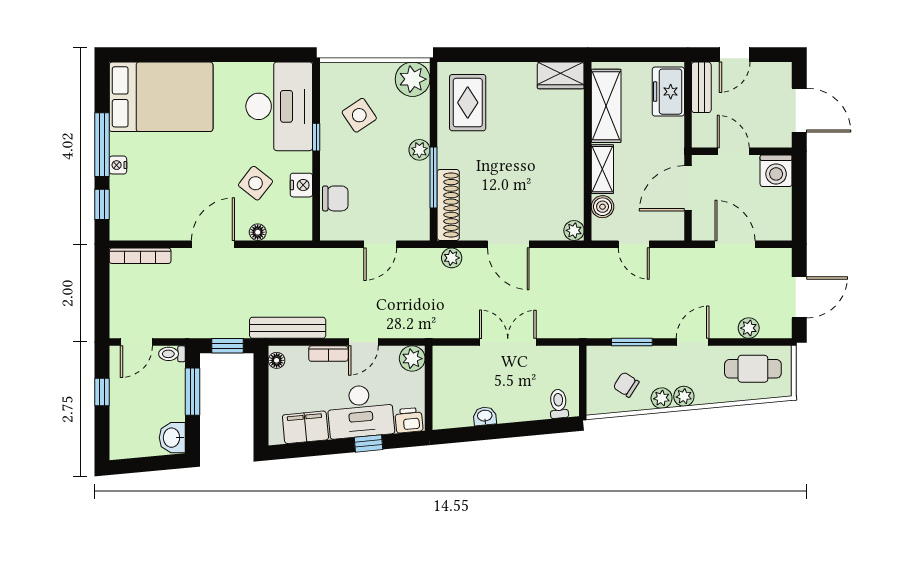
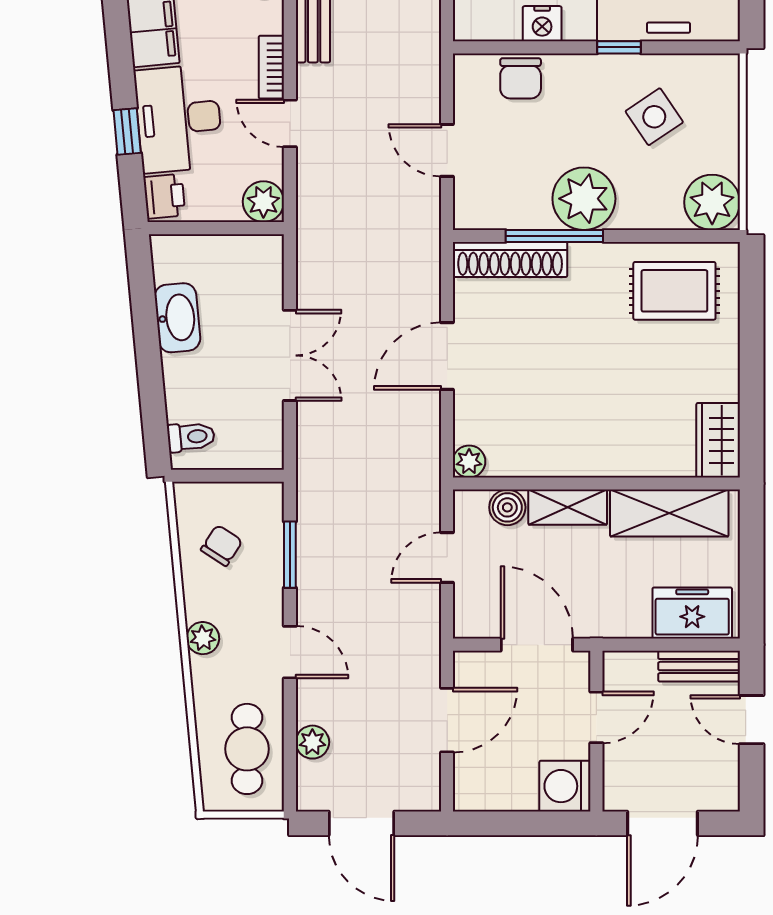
plant: (419, 150) -> (584, 199), width x1.88, depth x1.88
plant: (452, 258) -> (425, 265), removed
plant: (662, 398) -> (200, 602), removed
washbasin: (485, 416) -> (177, 318), width x1.91, depth x1.45

